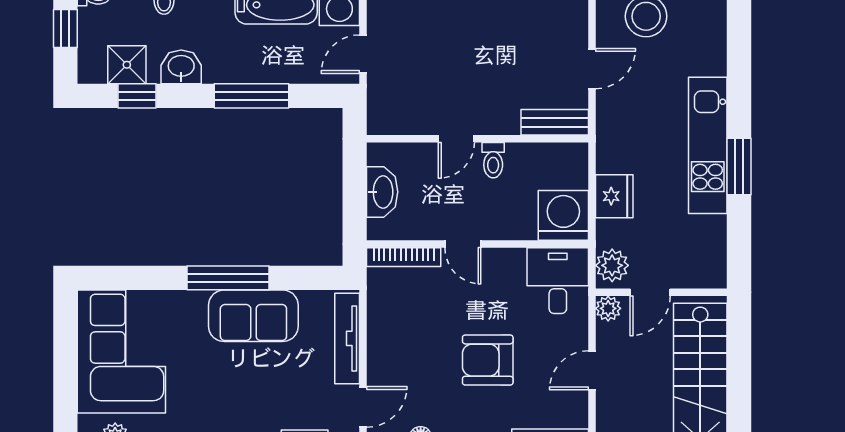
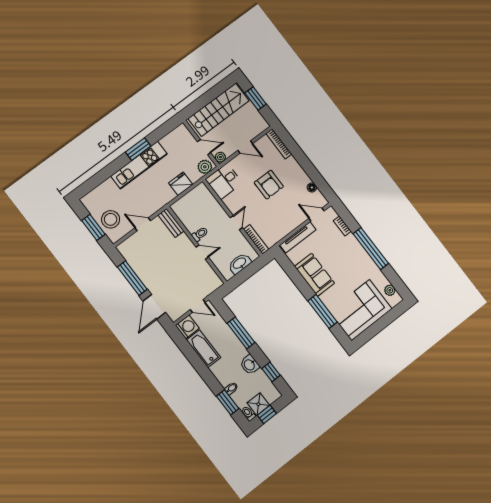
shower: (127, 65) -> (258, 404), moved
washing machine: (563, 215) -> (200, 196), removed
window: (228, 278) -> (322, 311), moved

